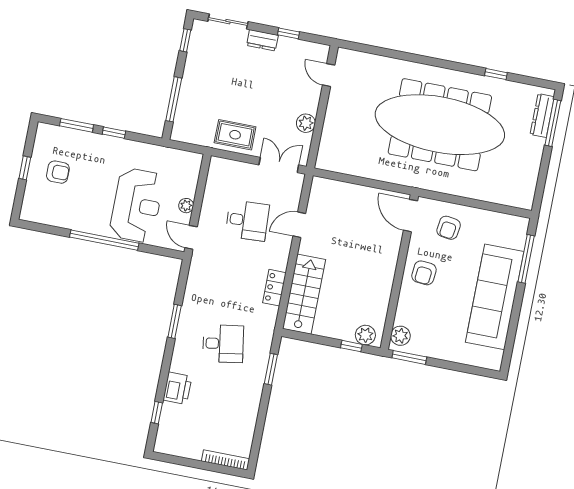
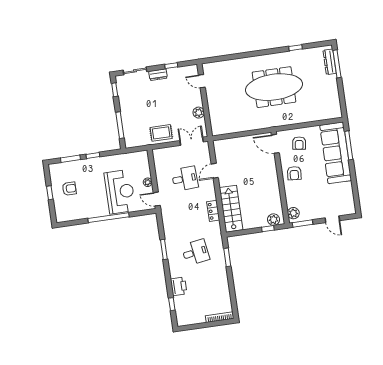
meeting table: (440, 125) -> (274, 87), width x0.73, depth x0.79
sofa: (495, 297) -> (336, 153), moved
door: (459, 367) -> (332, 219), added

